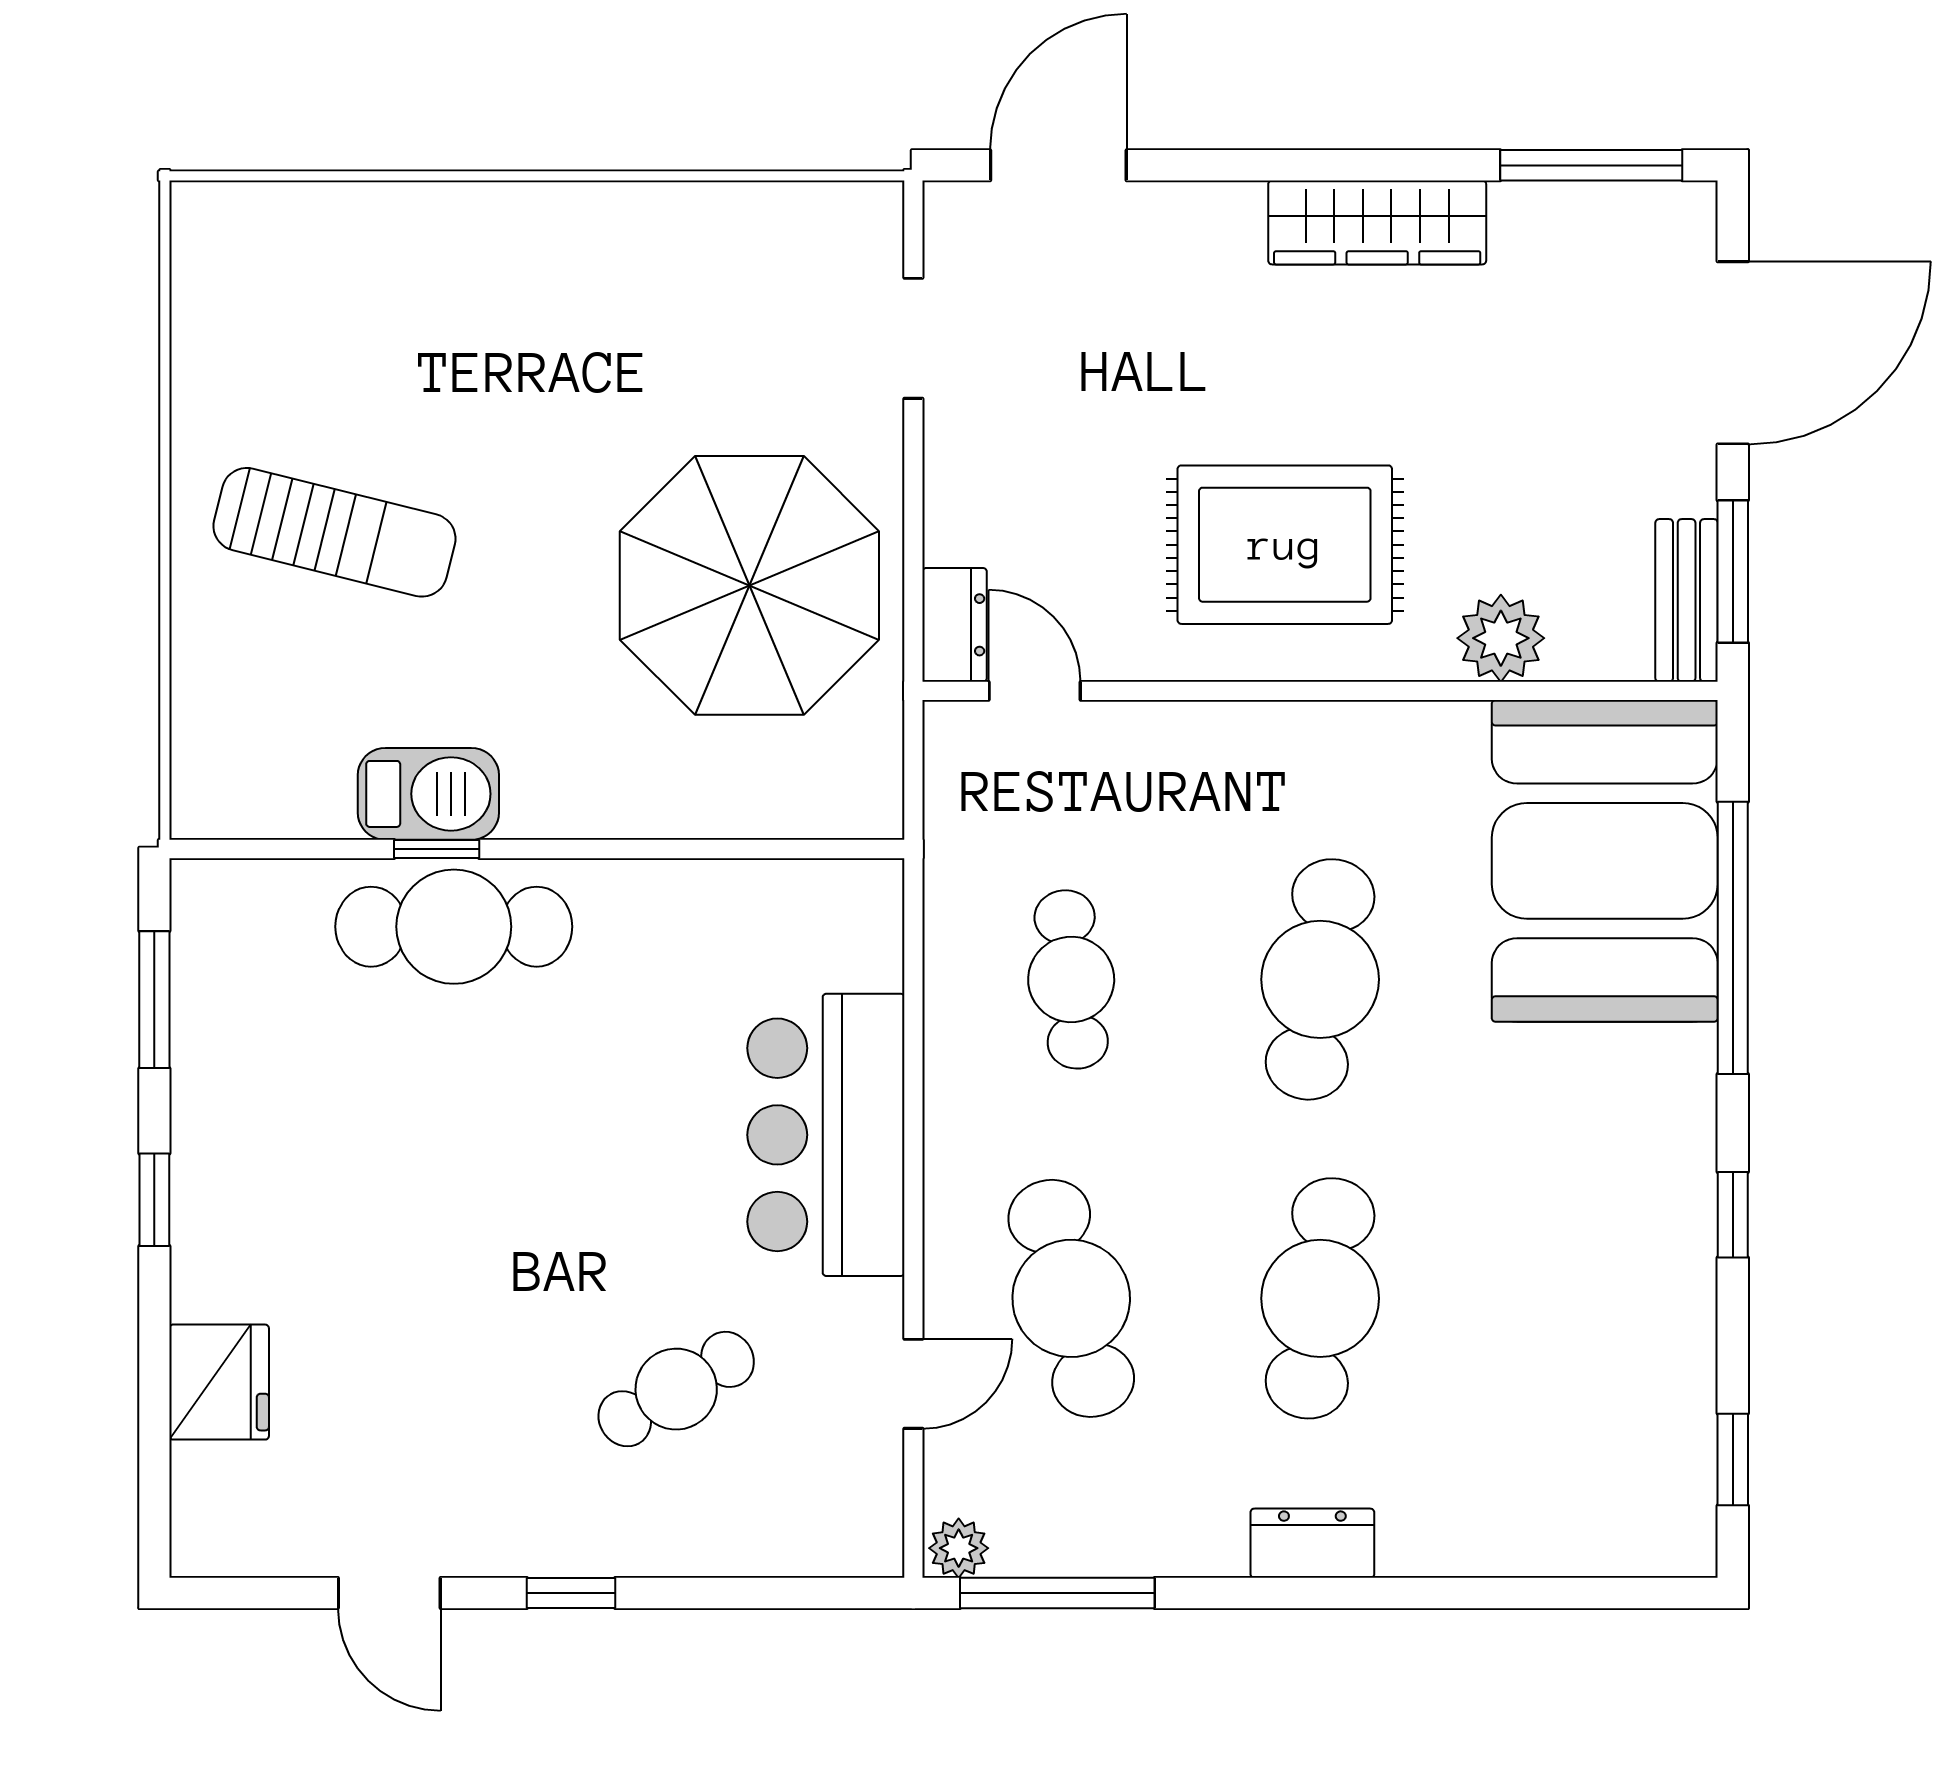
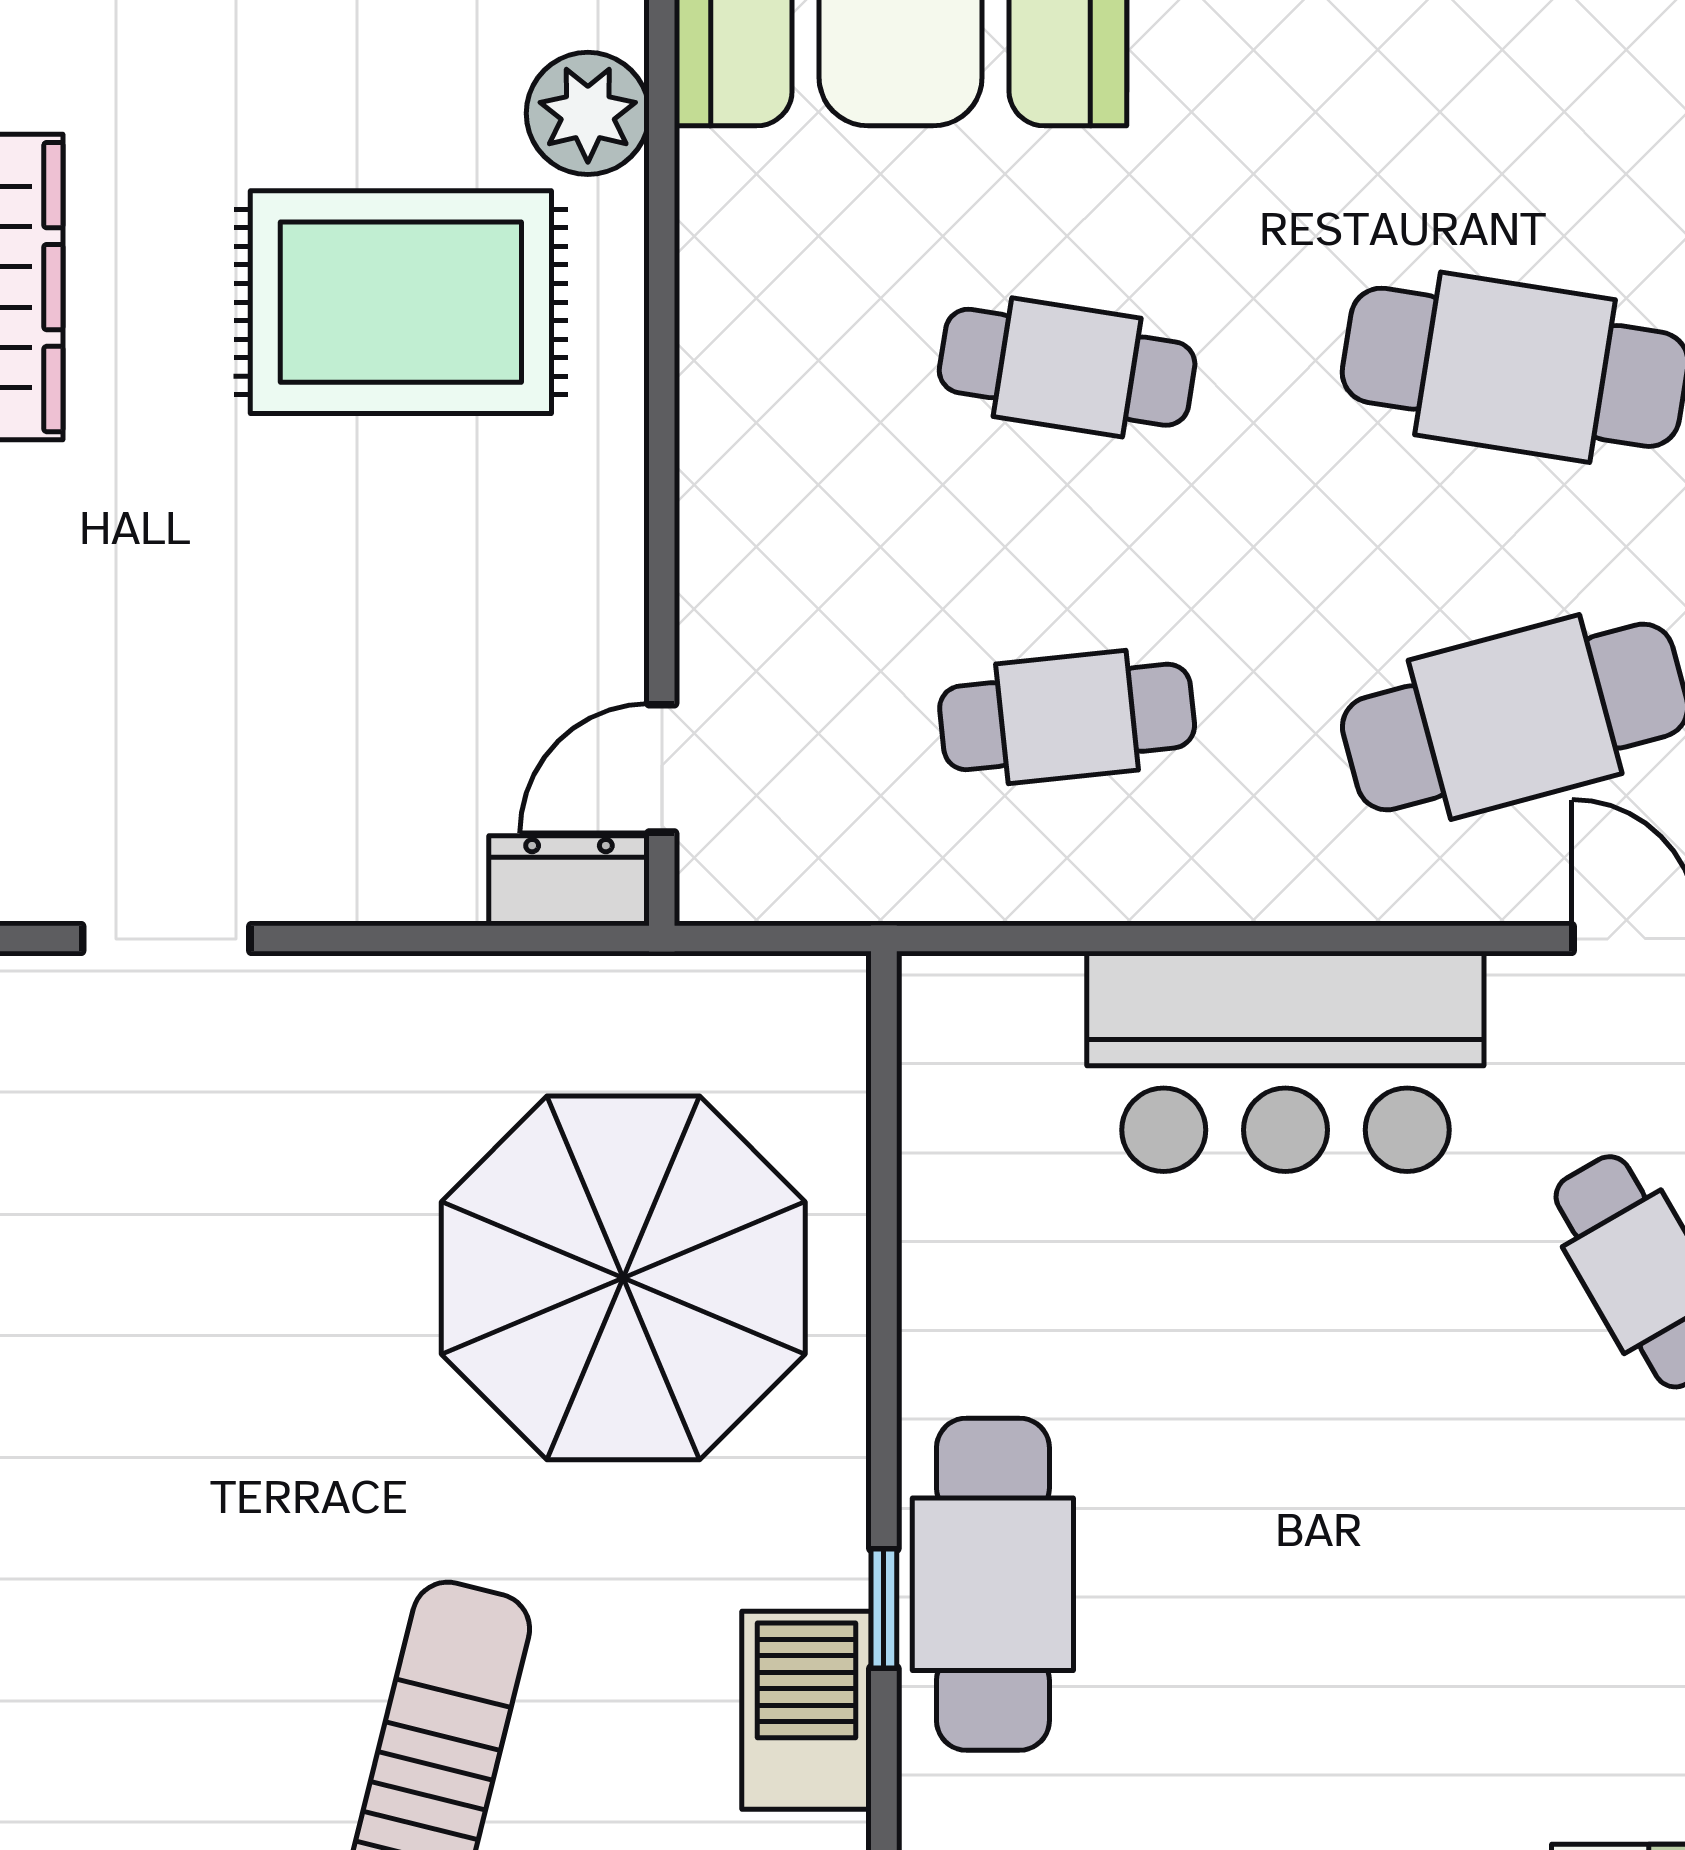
rug: (1285, 545) -> (401, 302), moved, turned 90
parasol: (749, 585) -> (623, 1278), moved
barbecue: (428, 794) -> (806, 1710), moved
cafe table: (1320, 979) -> (1067, 367), width x0.73, depth x0.74

